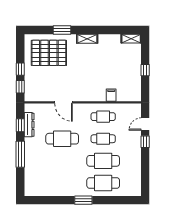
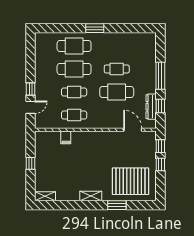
door: (64, 102) -> (133, 130), moved
cafe table: (62, 161) -> (117, 69), added

